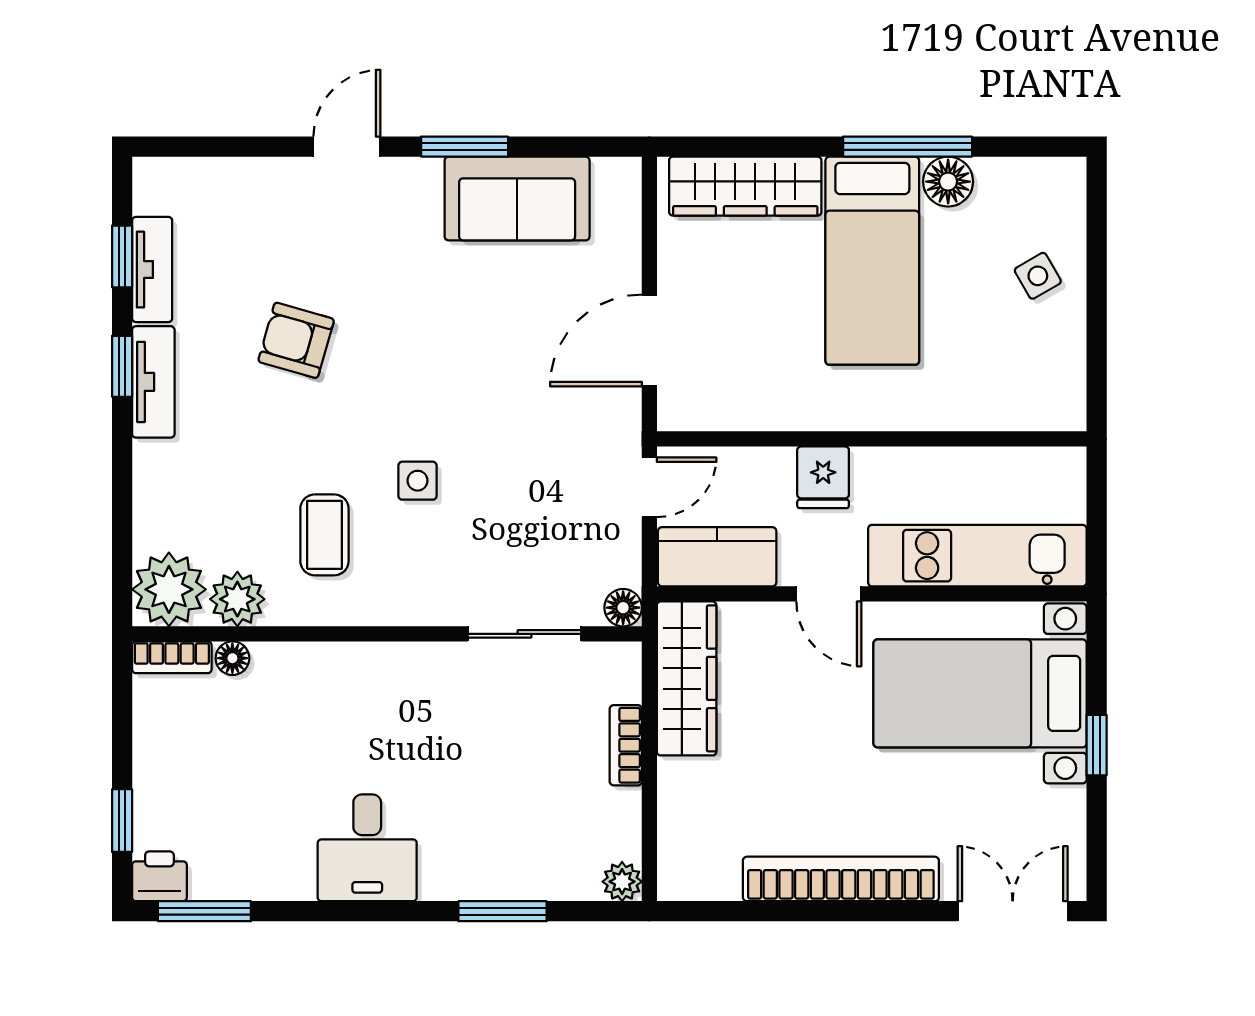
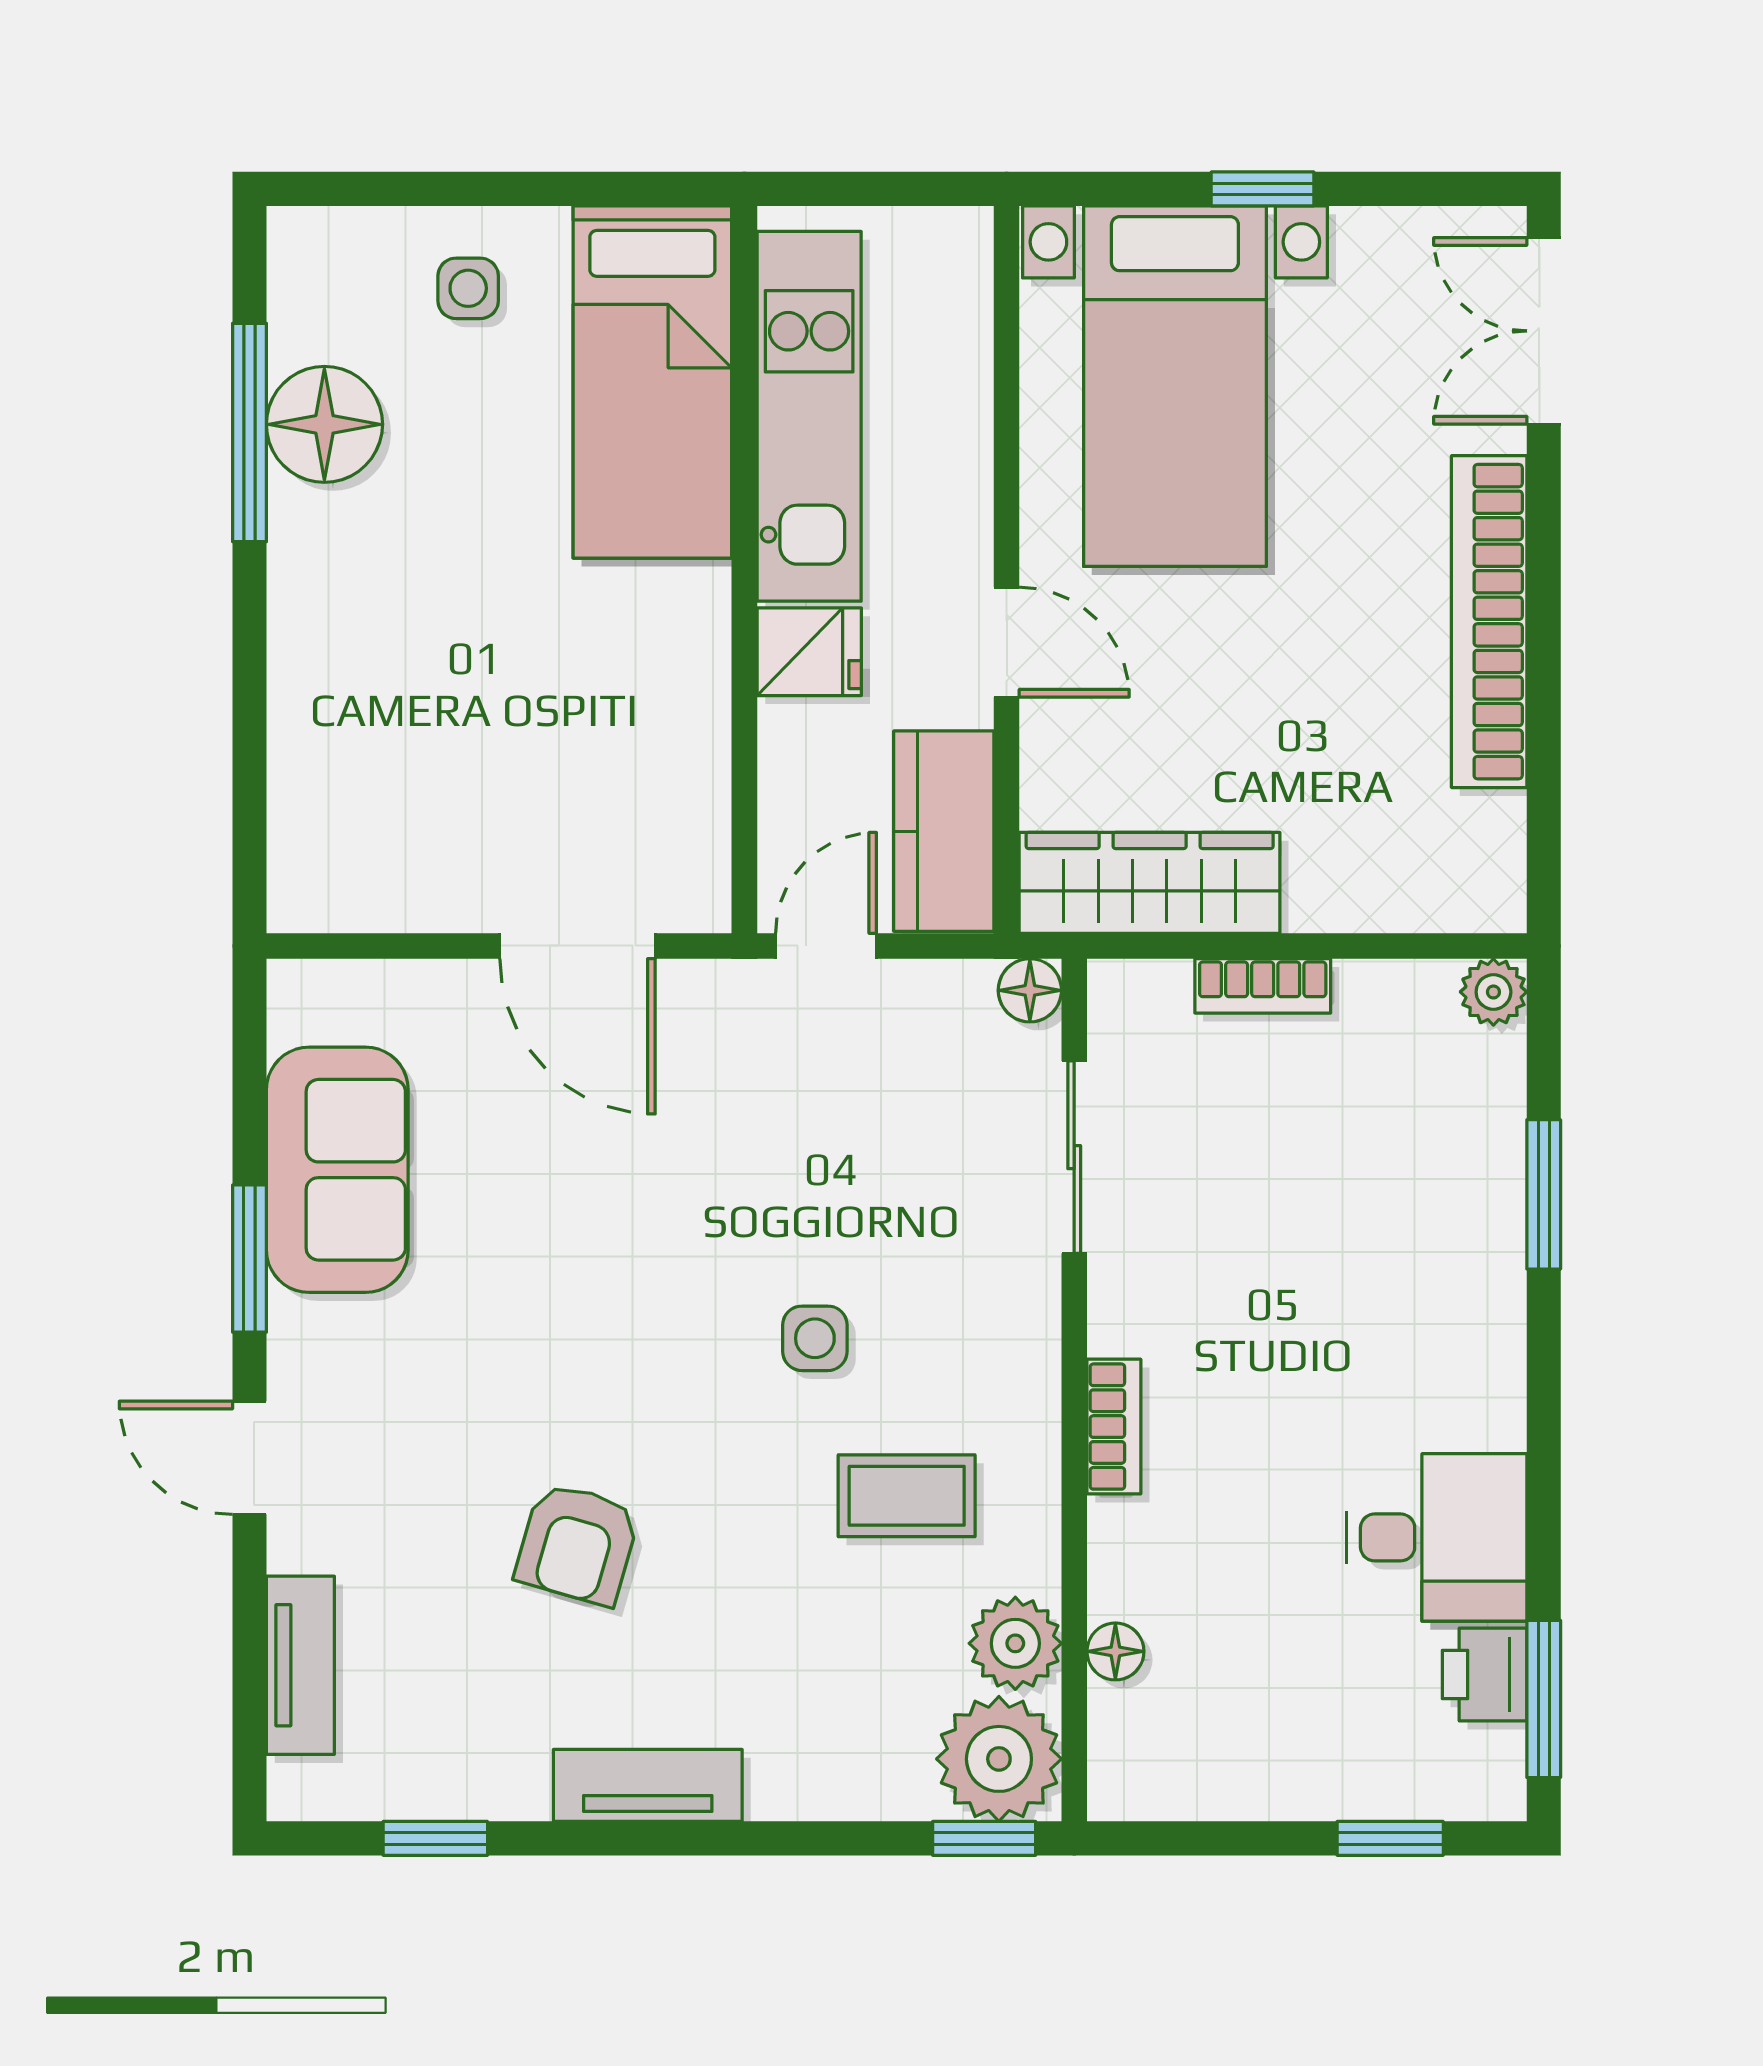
window: (908, 147) -> (249, 433), moved
floor lamp: (948, 182) -> (324, 424), width x1.38, depth x1.38
wardrobe: (745, 186) -> (316, 783), removed
bed: (872, 261) -> (652, 382), moved, turned 90
tv unit: (152, 270) -> (300, 1665), moved, turned 90
side table: (1038, 276) -> (468, 288), turned 30
window: (122, 366) -> (984, 1838), moved
door: (649, 487) -> (826, 946), hinge flipped
kitchen unit: (977, 556) -> (809, 416), moved, turned 180
door: (829, 594) -> (1007, 642), hinge flipped
bookcase: (172, 657) -> (1114, 1427), moved
desk: (367, 848) -> (1436, 1537), moved
printer: (159, 876) -> (1485, 1674), moved

